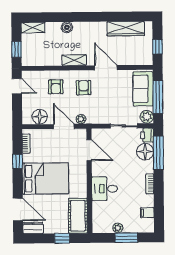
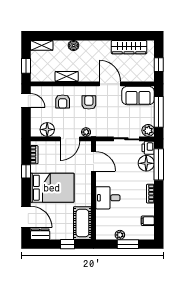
shelving: (74, 60) -> (67, 76), moved
sofa: (143, 89) -> (138, 95), moved, turned -90
door: (64, 126) -> (70, 139), swing flipped

